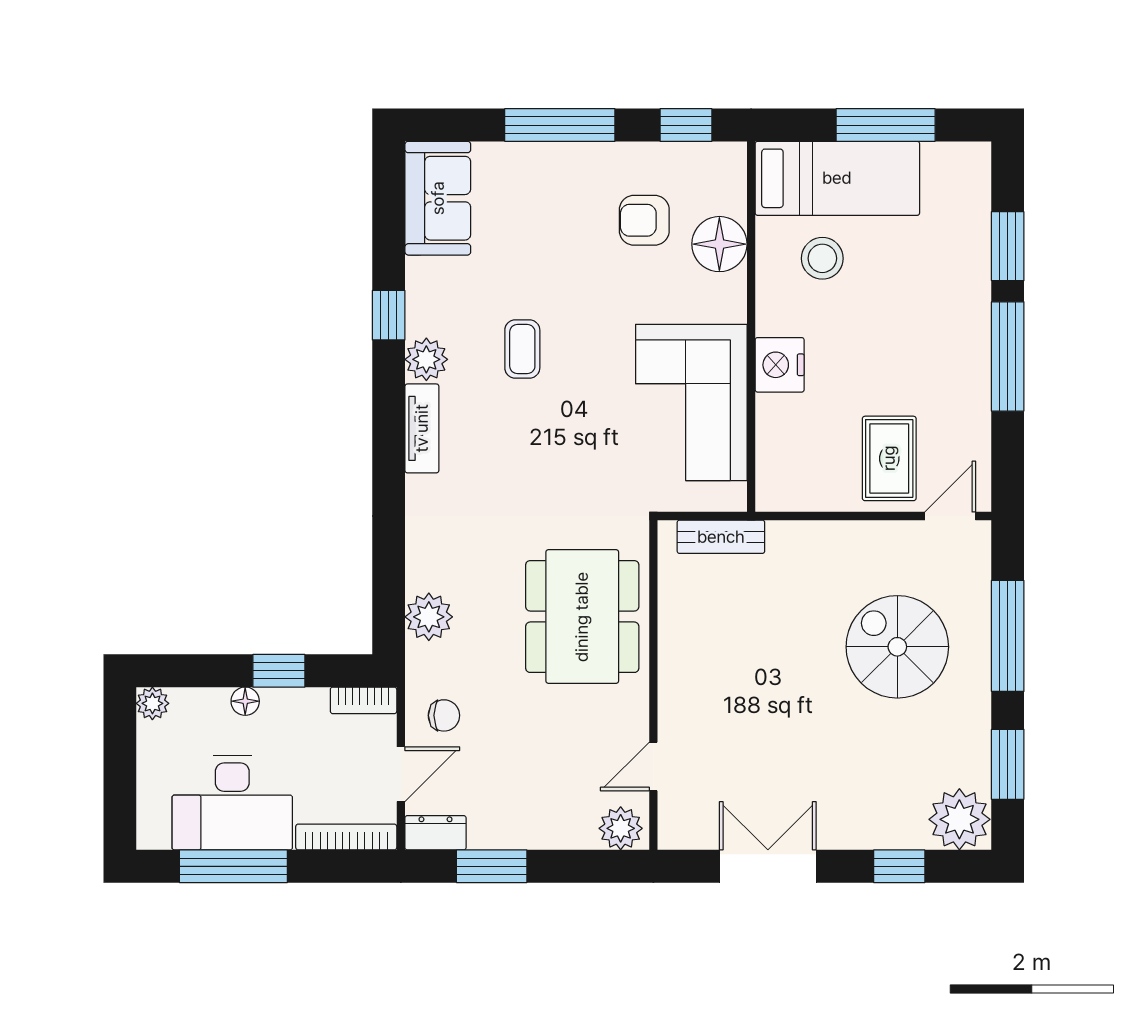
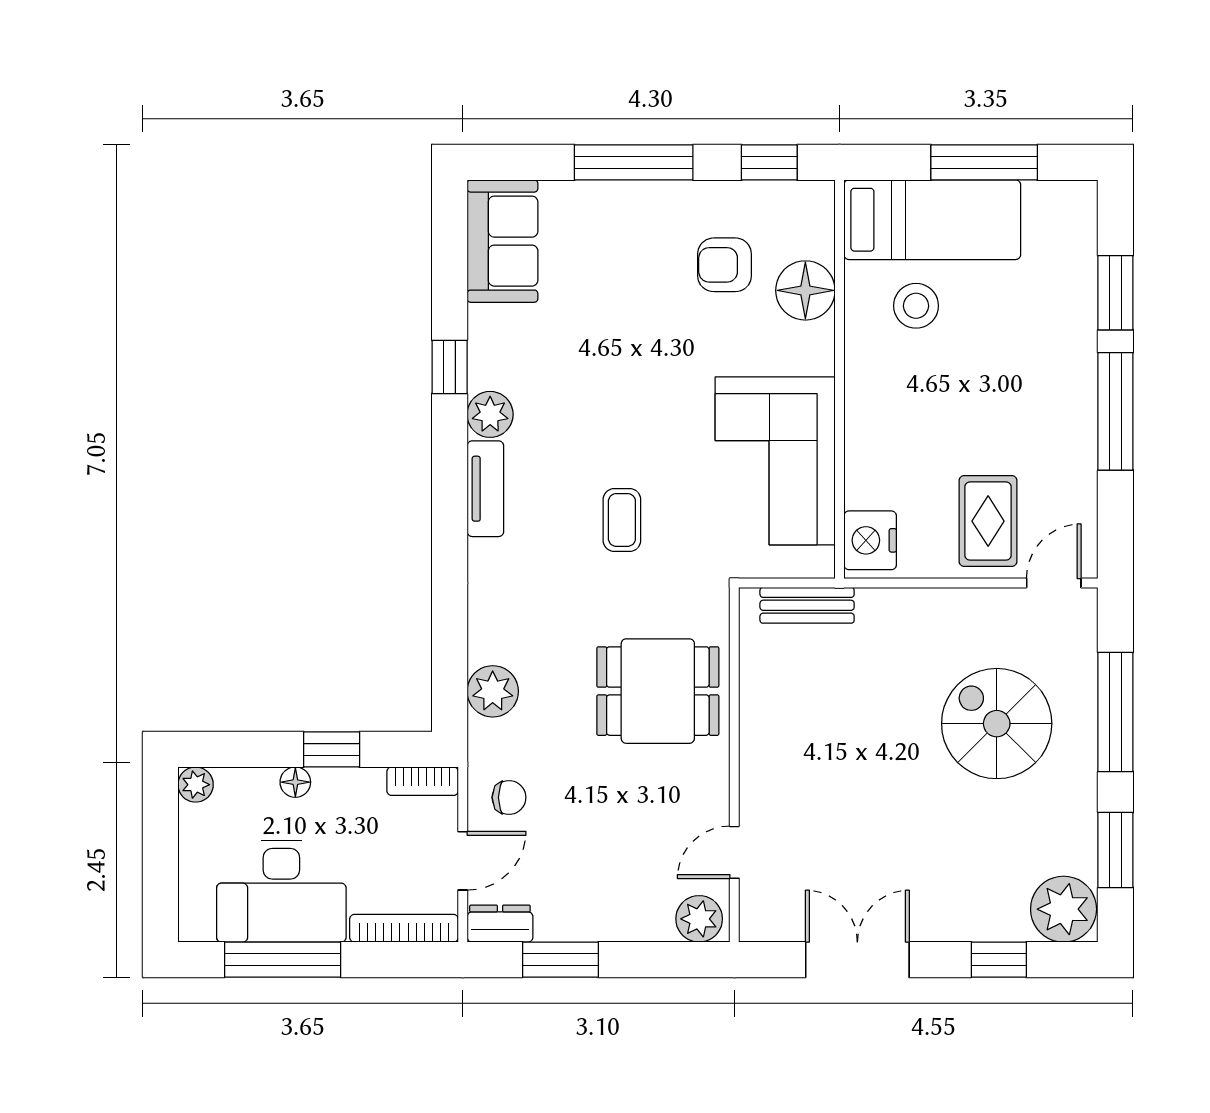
coffee table: (522, 349) -> (622, 520), moved
nightstand: (780, 365) -> (870, 540), moved
dining table: (582, 617) -> (658, 691), width x0.73

